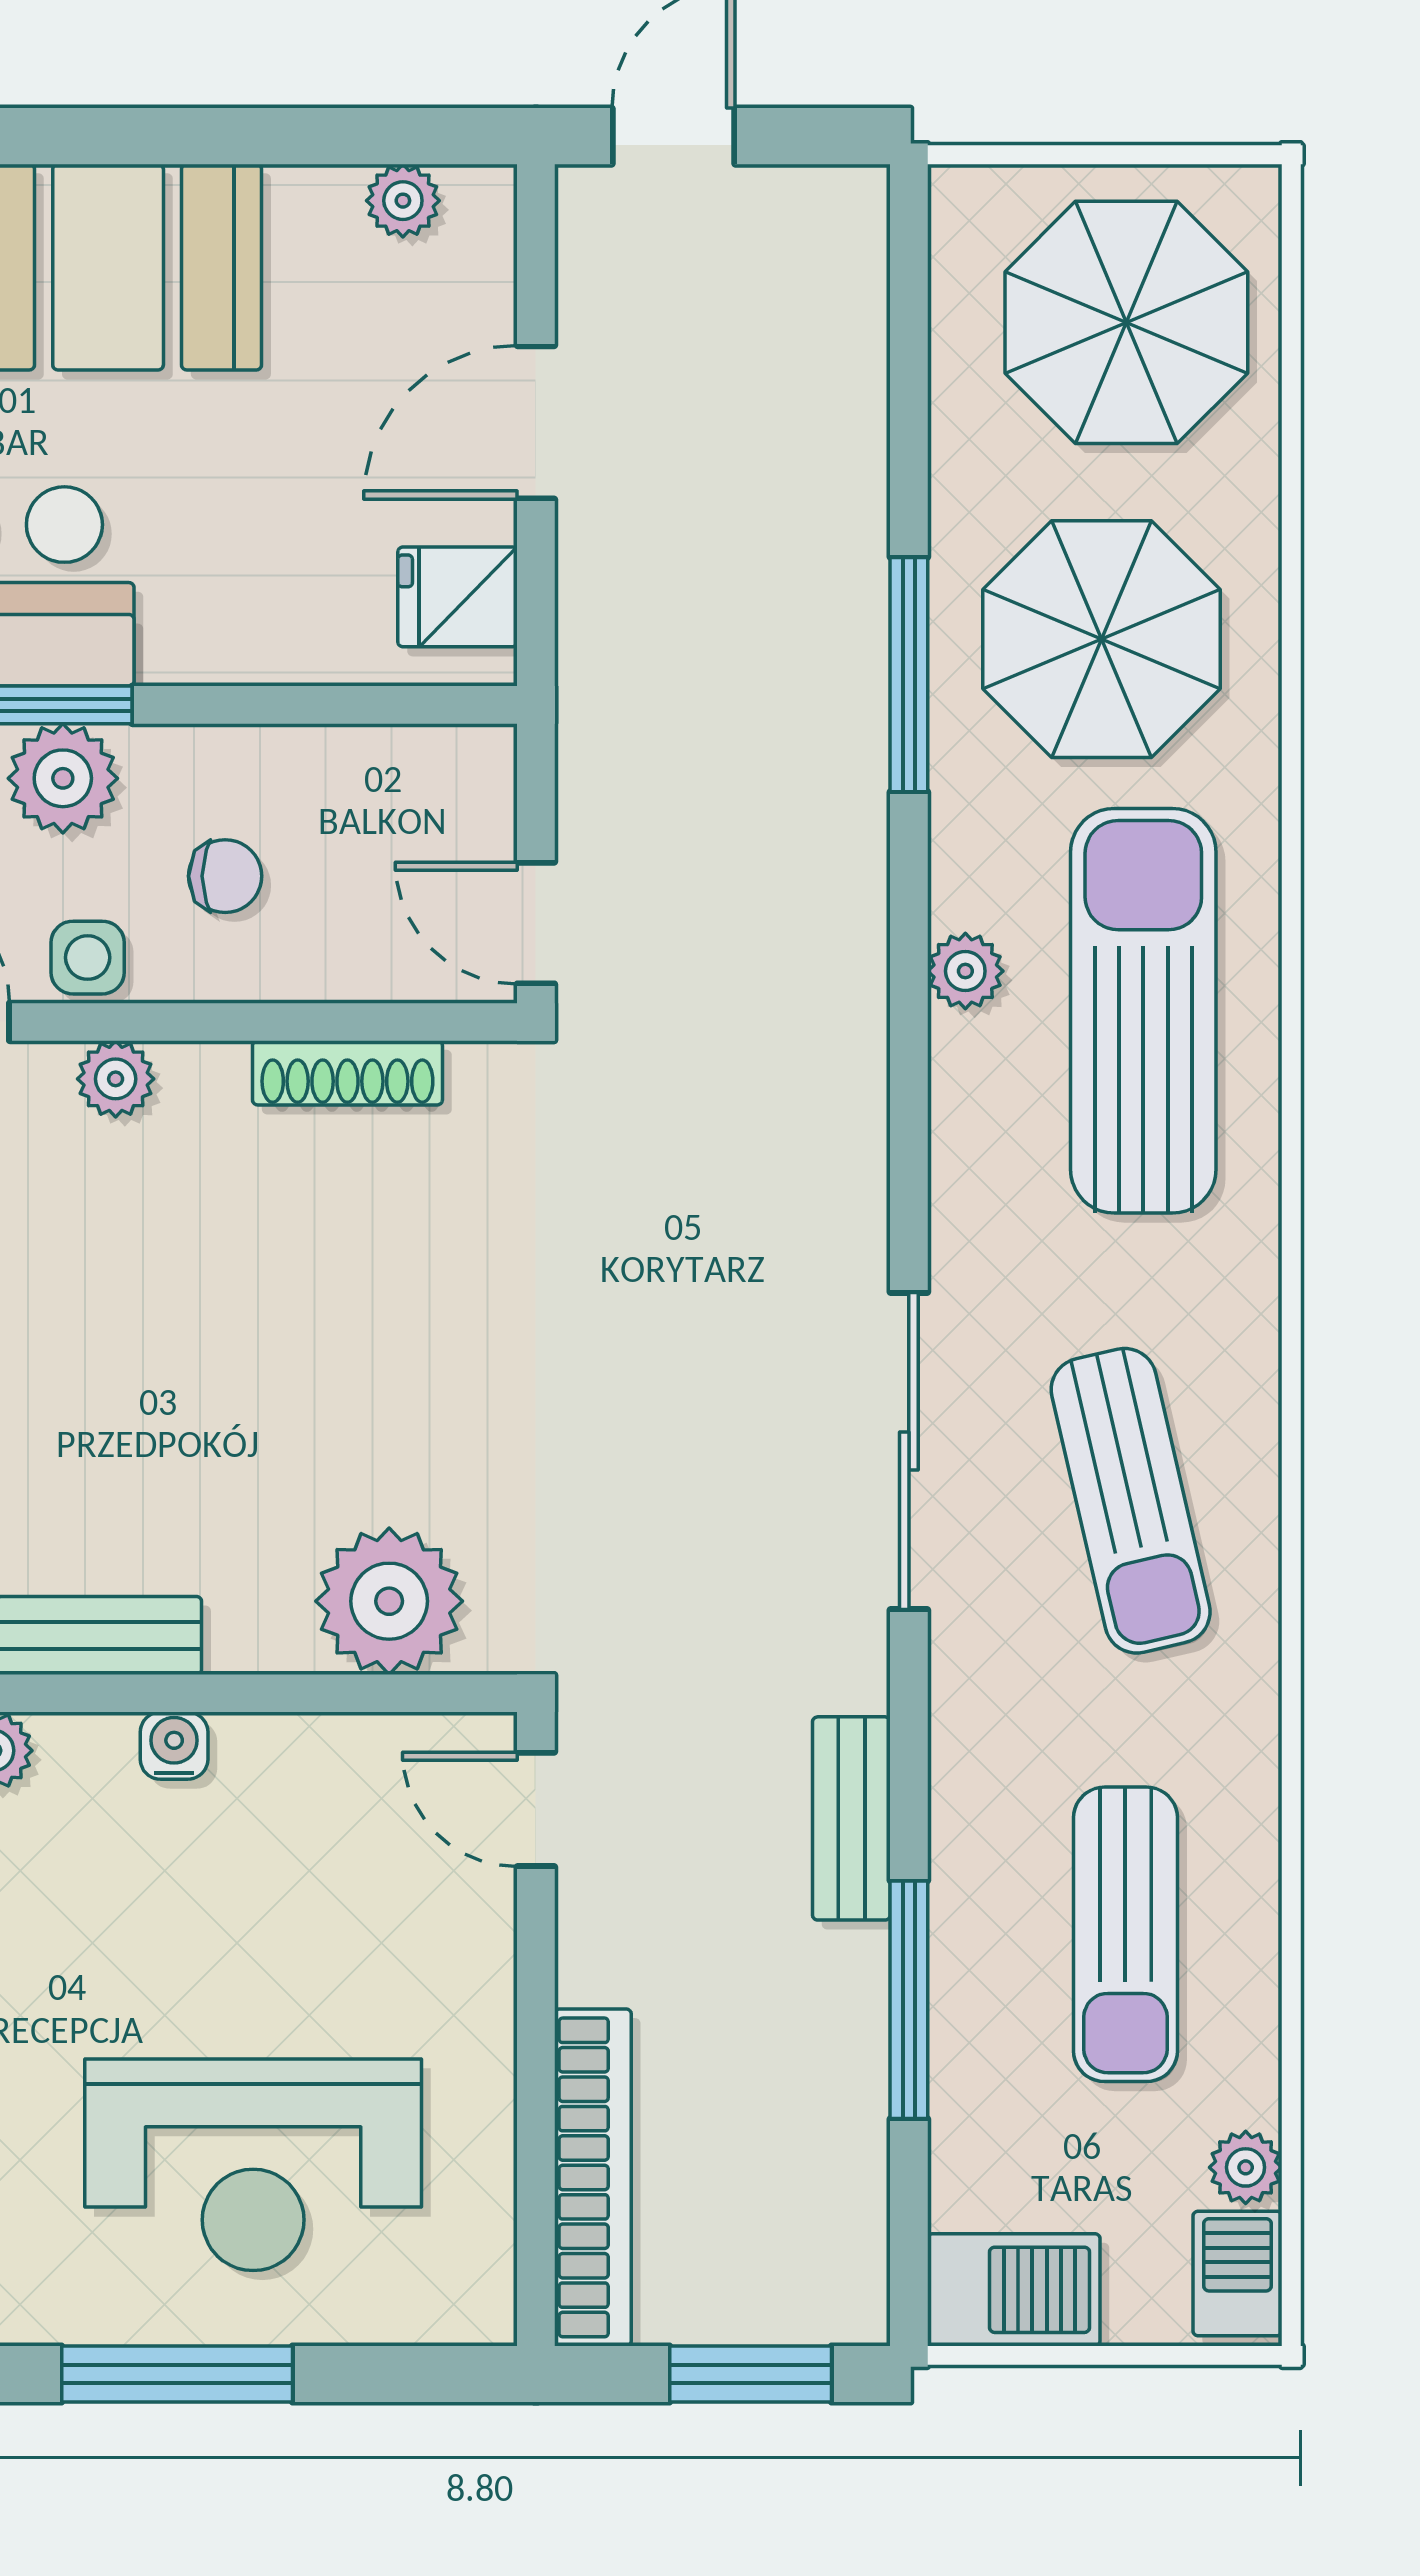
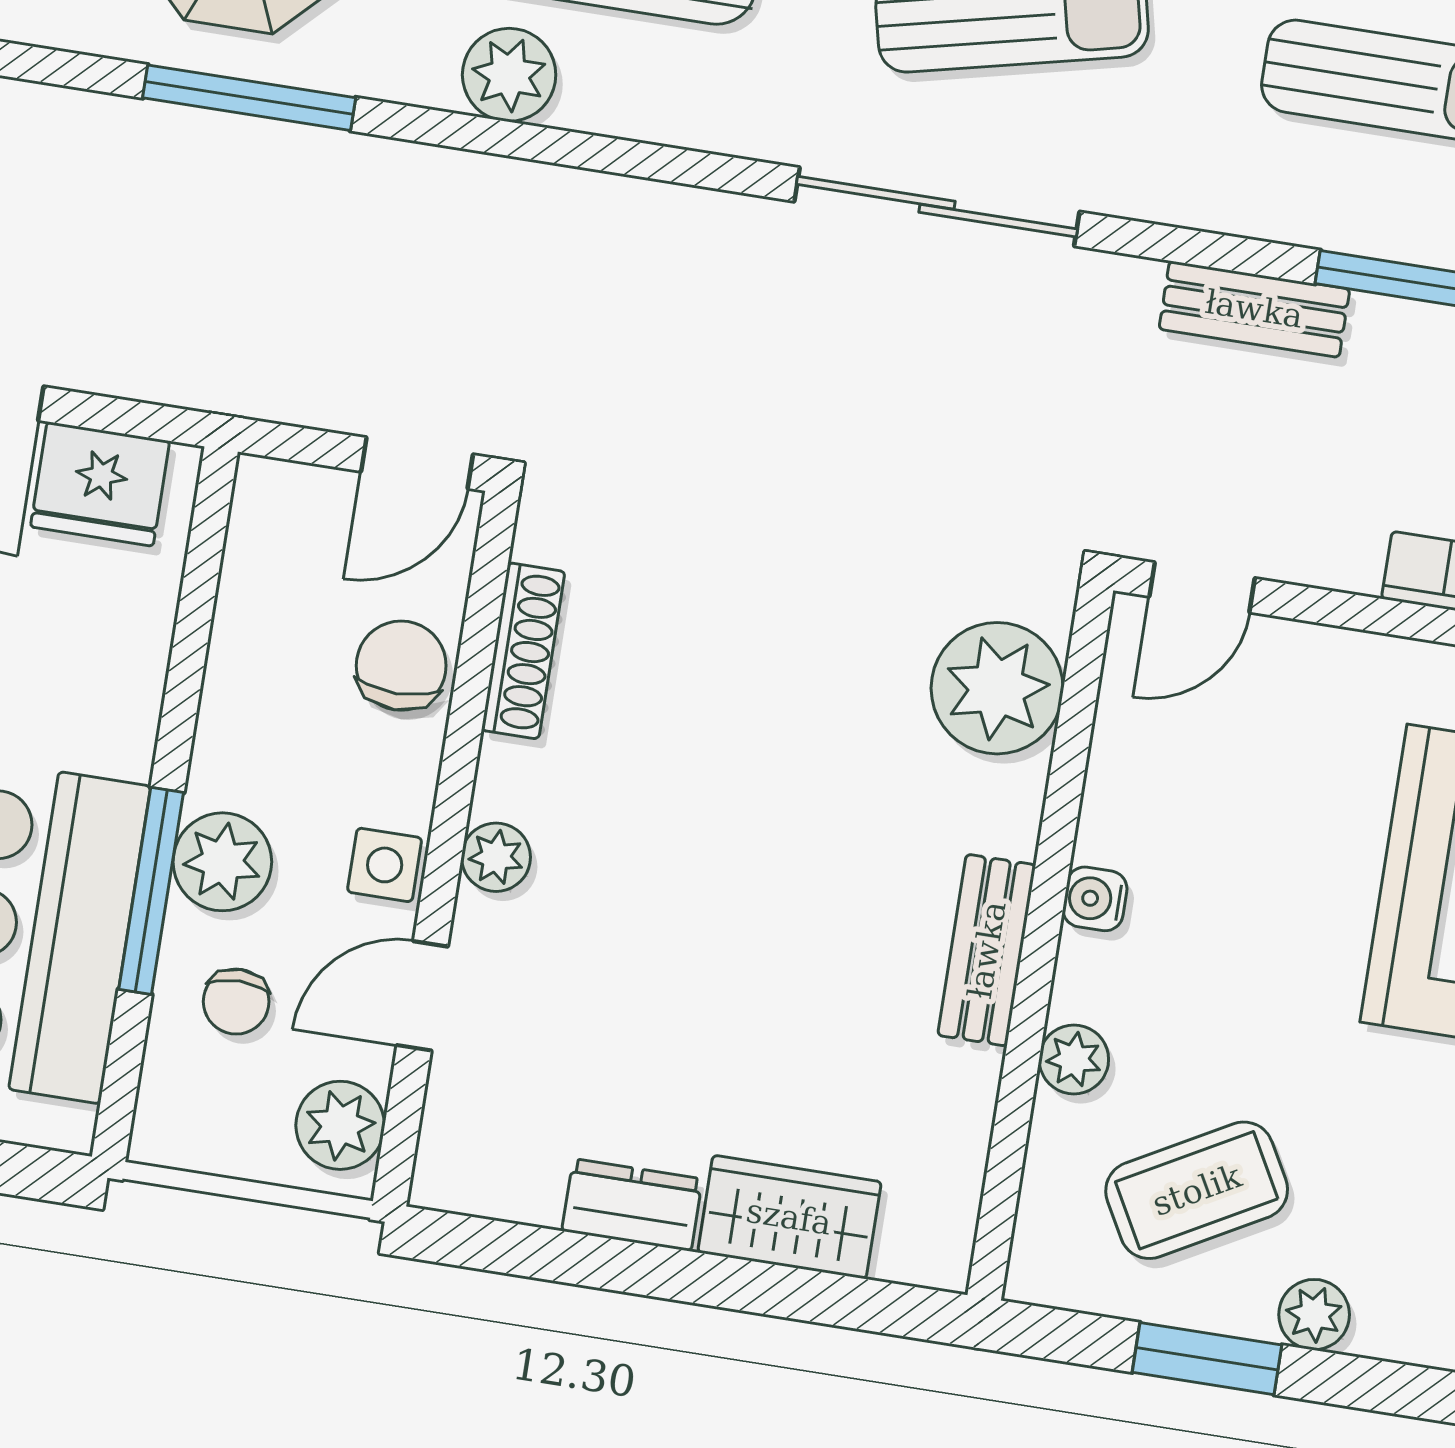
fridge: (458, 597) -> (100, 484), width x1.38
chair: (225, 876) -> (401, 666), moved, width x1.37, depth x1.37
plant: (965, 971) -> (509, 75), width x1.38, depth x1.38

